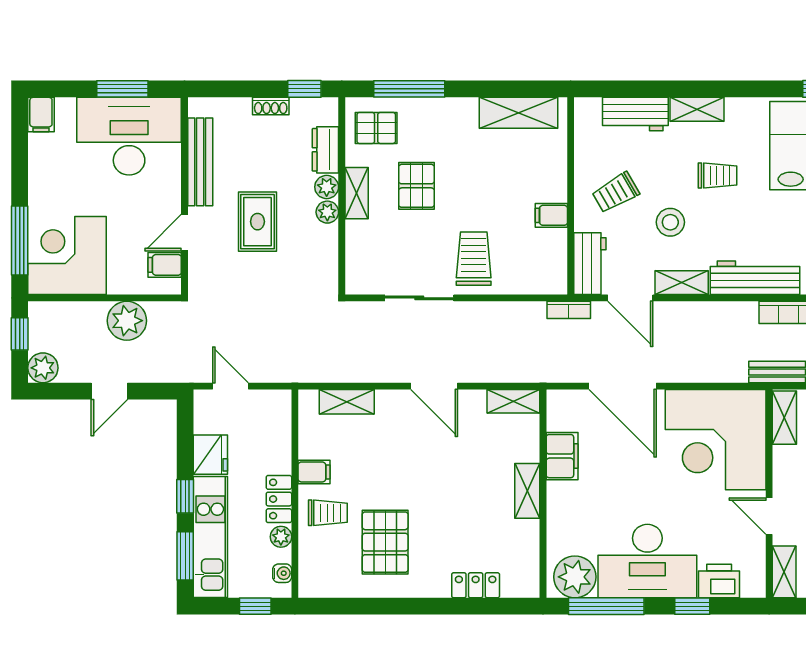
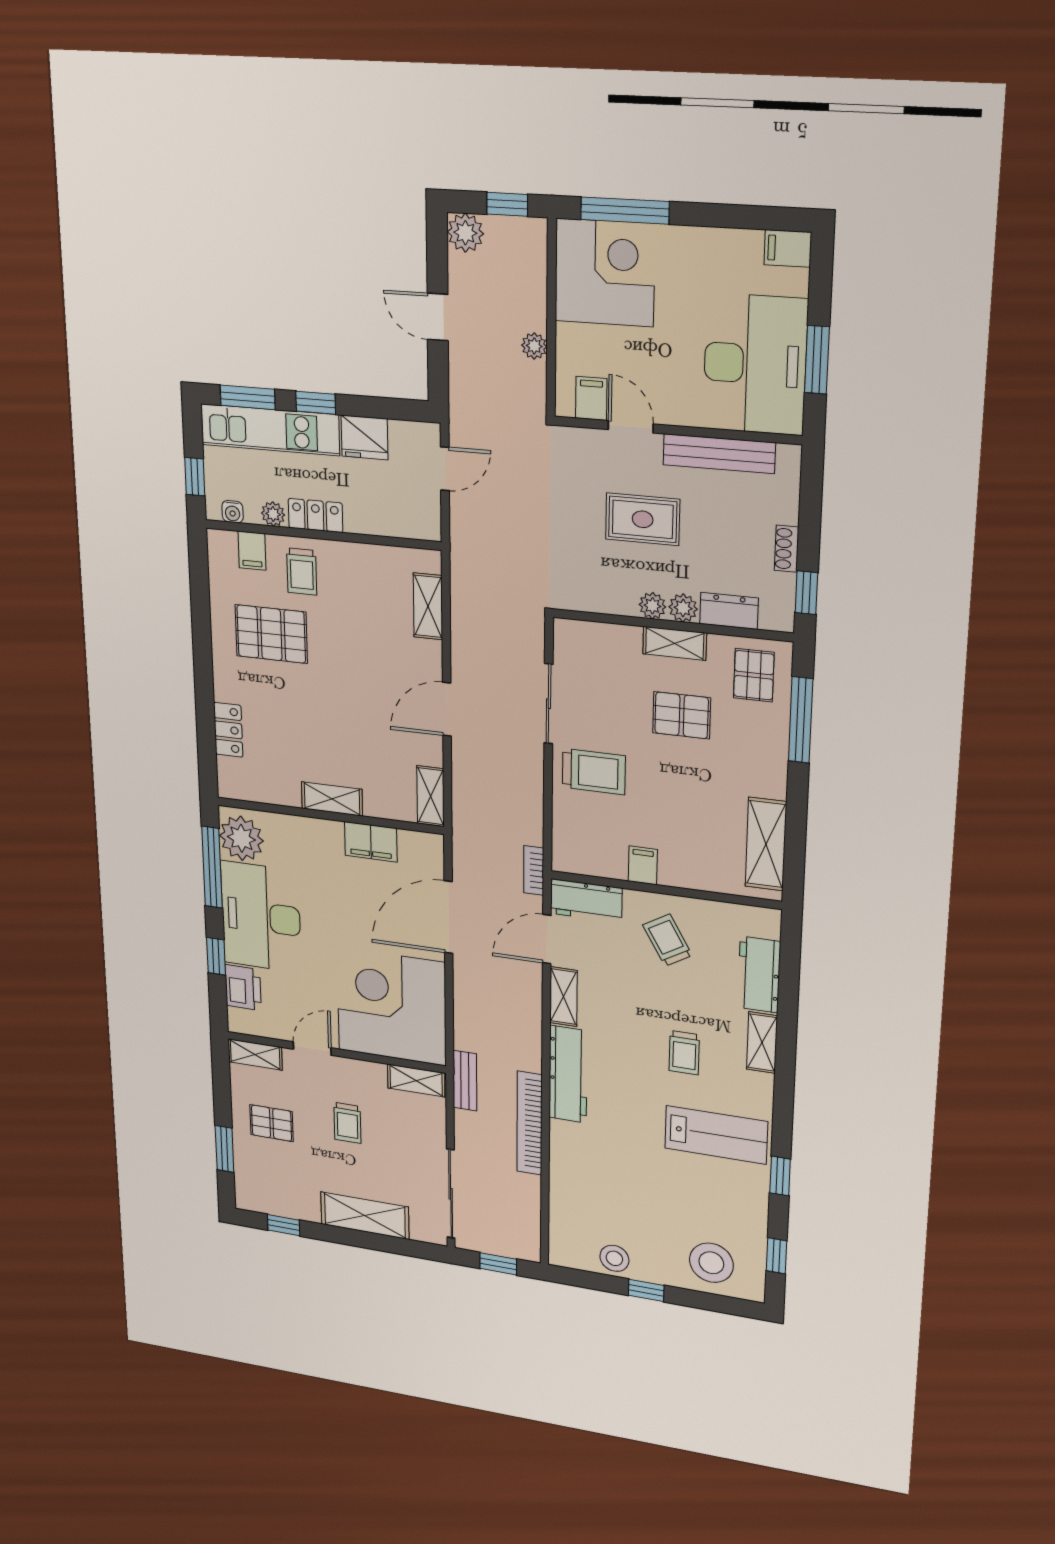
stool: (670, 222) -> (632, 995), removed
plant: (127, 321) -> (534, 346), width x0.53, depth x0.53
filing cabinet: (314, 472) -> (252, 551), moved

